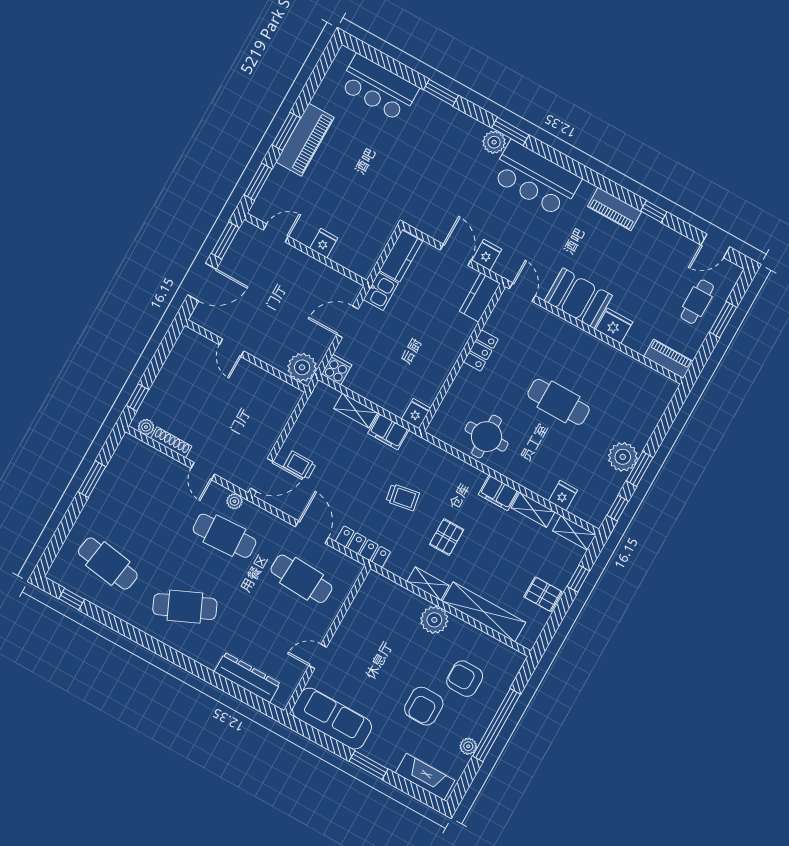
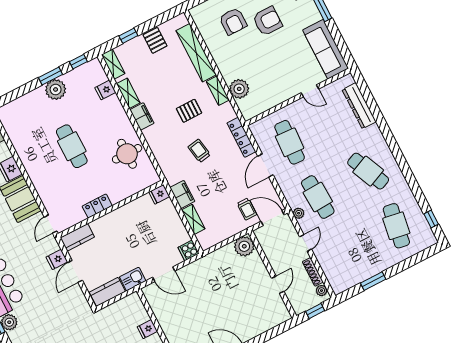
door: (232, 348) -> (278, 285), moved
wall: (246, 356) -> (272, 274), moved
plant: (302, 367) -> (244, 246), moved
plant: (434, 620) -> (239, 89), moved

